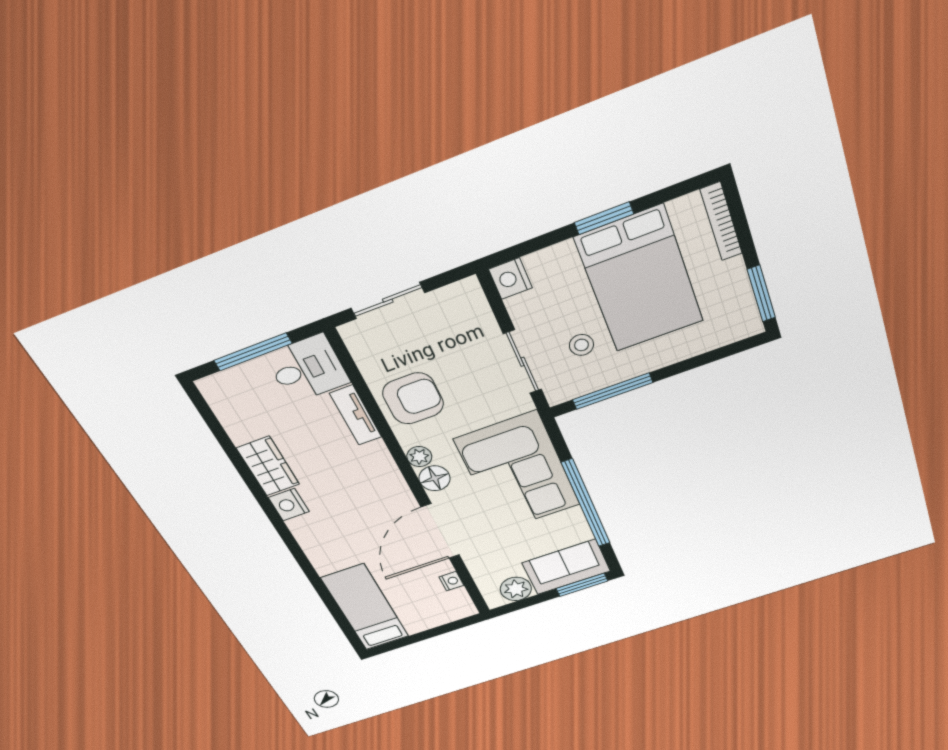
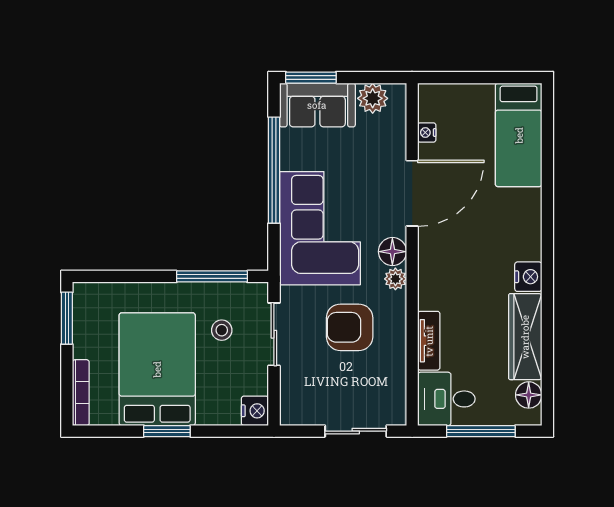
armchair: (413, 399) -> (350, 327), moved
floor lamp: (224, 404) -> (529, 395), added
wardrobe: (268, 466) -> (525, 337), width x1.50

